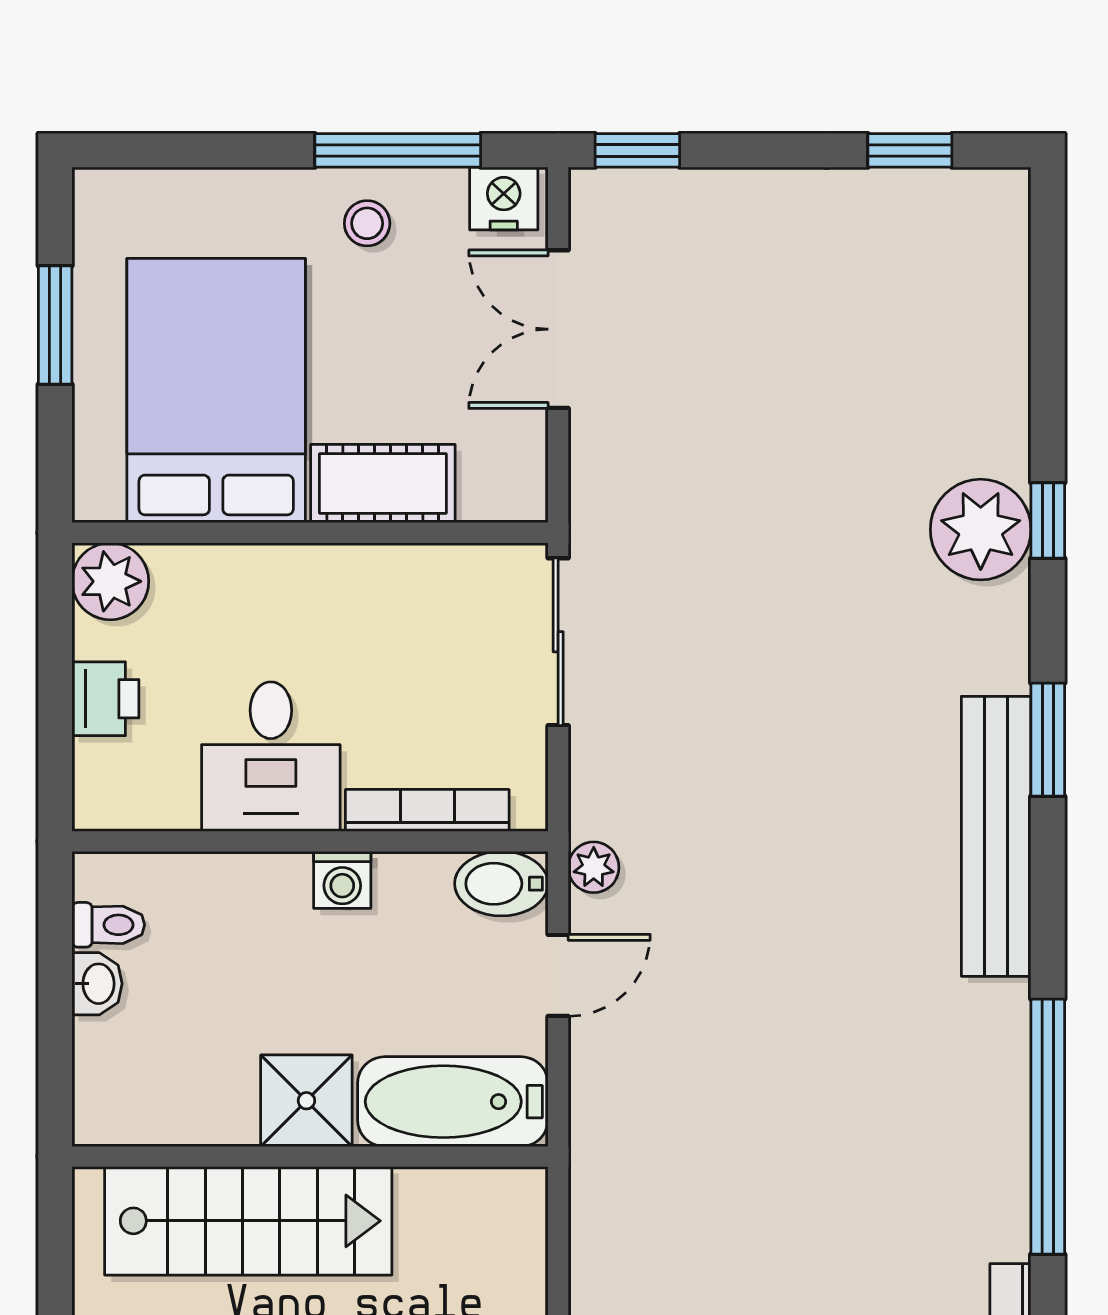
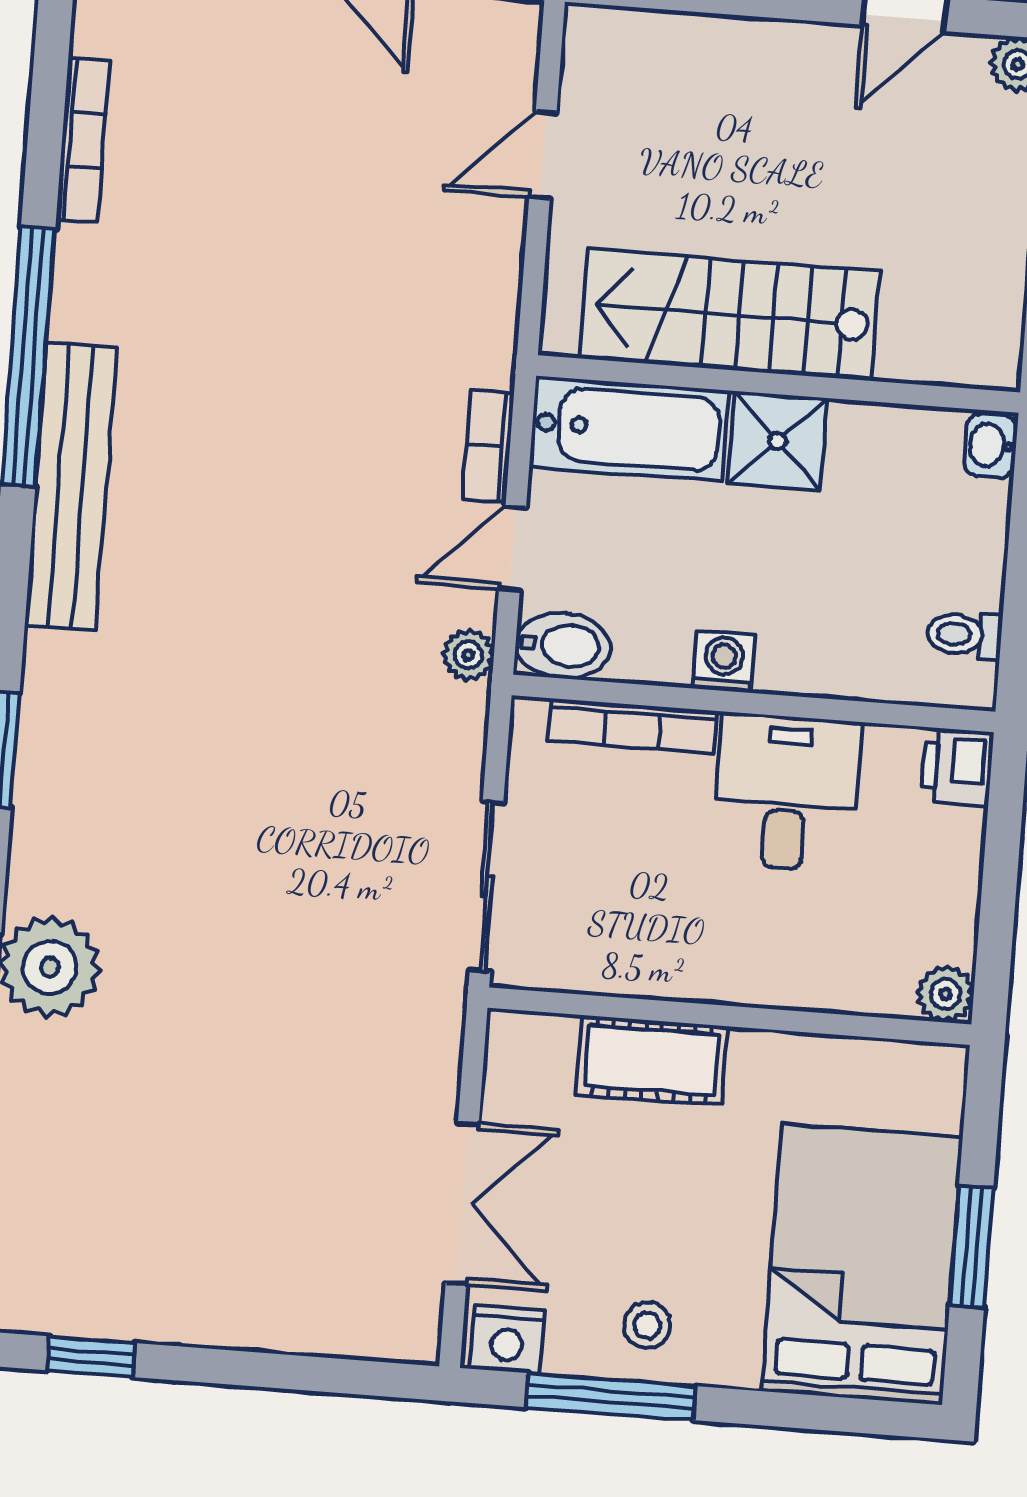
window: (637, 150) -> (368, 1378), removed
bed: (216, 391) -> (862, 1264), moved, turned 180
plant: (110, 581) -> (945, 994), width x0.73, depth x0.73
printer: (105, 699) -> (957, 767), moved
bench: (996, 836) -> (71, 486), moved
washbasin: (97, 984) -> (990, 445), moved
bookcase: (590, 1074) -> (488, 446), added
stairs: (248, 1221) -> (730, 315), moved

